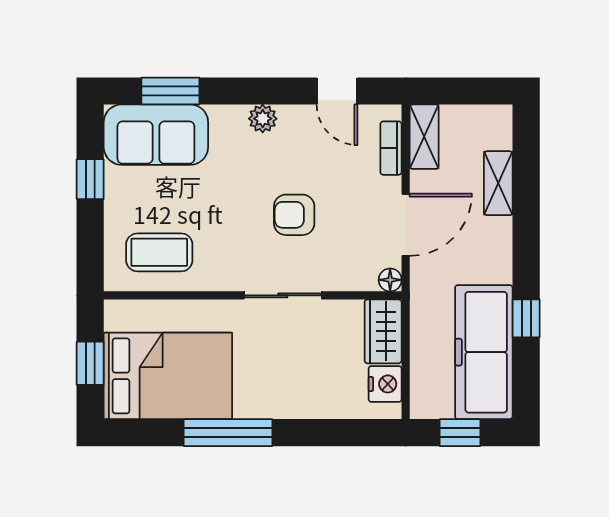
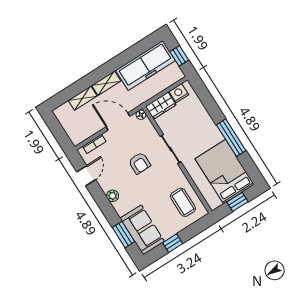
shelving: (424, 137) -> (106, 83), moved
window: (526, 318) -> (124, 58), removed

